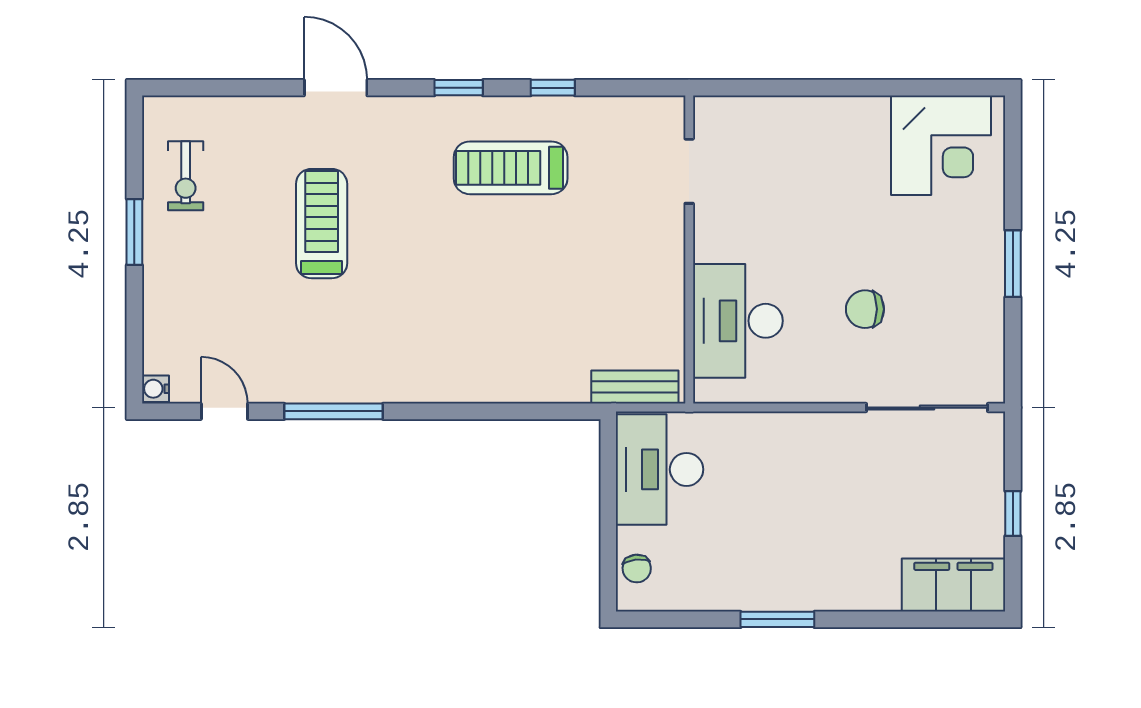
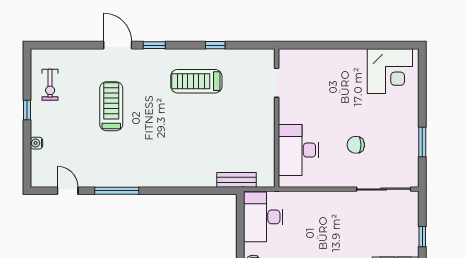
window: (459, 88) -> (154, 45), moved
window: (134, 232) -> (27, 110), width x0.67
window: (1013, 264) -> (422, 142), moved
bench: (635, 387) -> (236, 180), moved
water cooler: (155, 389) -> (37, 143), moved

